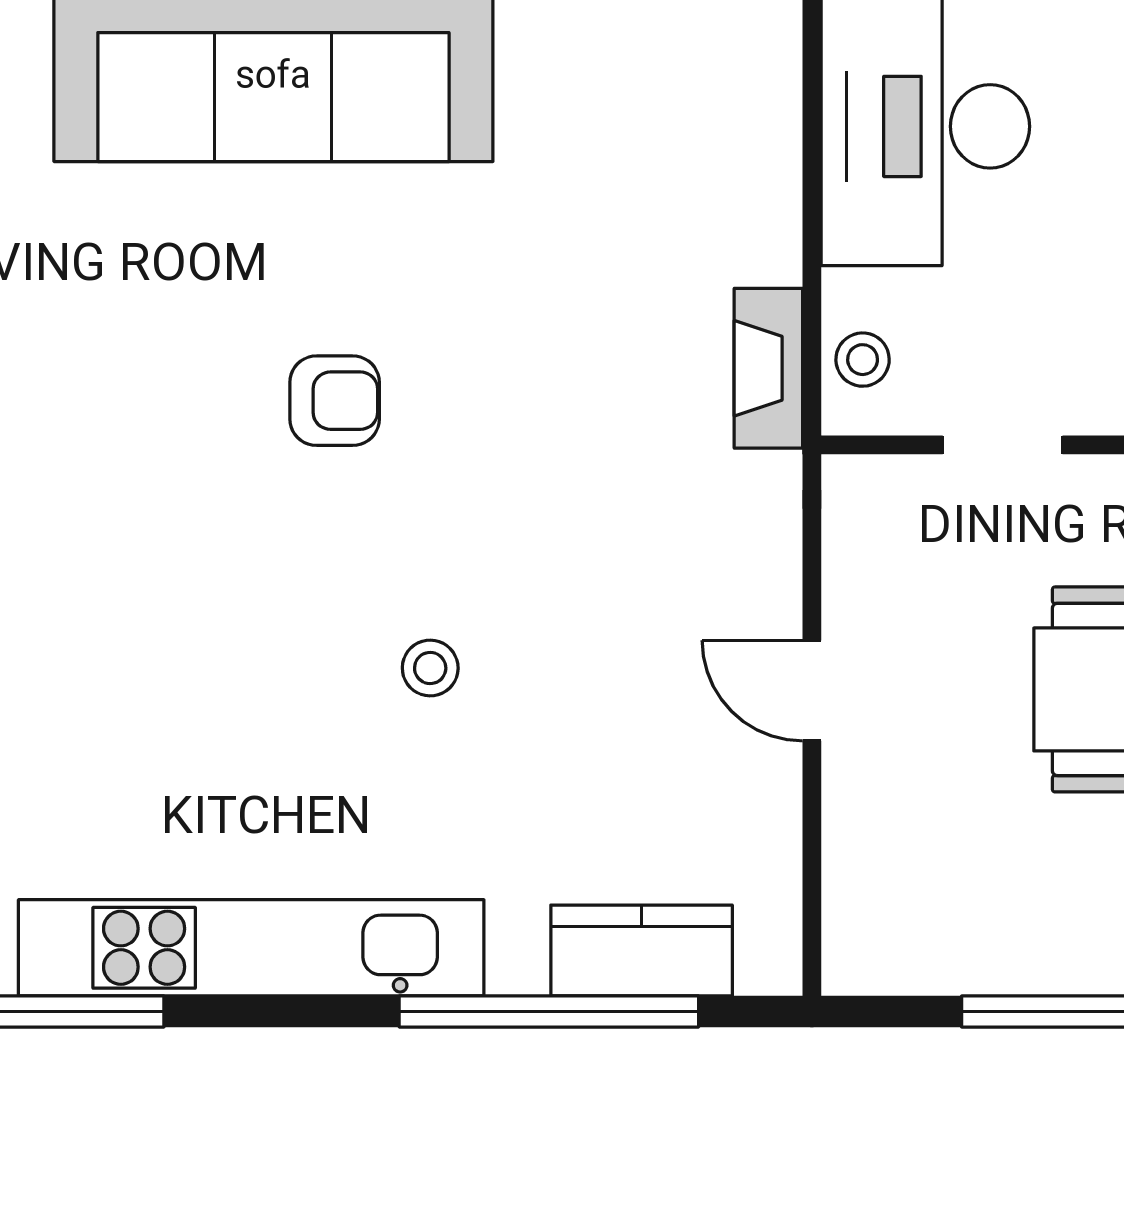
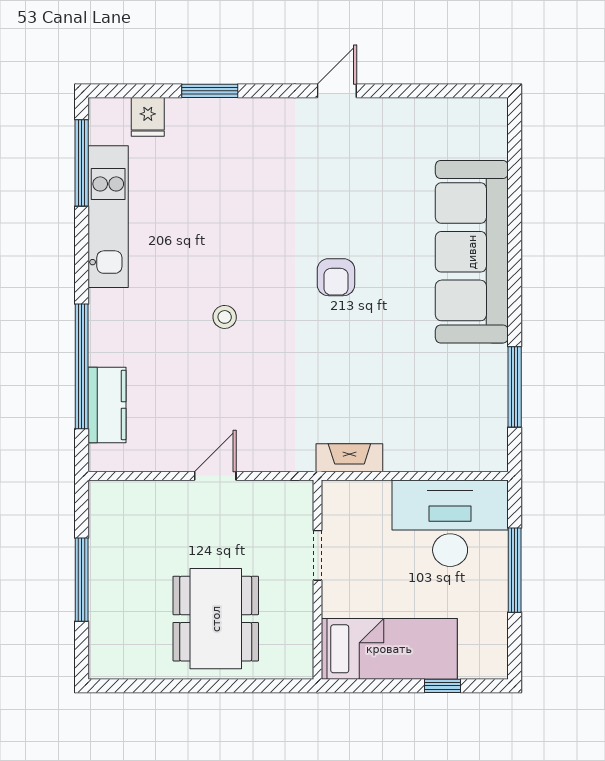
stool: (863, 360) -> (353, 497), removed
kitchen unit: (251, 948) -> (108, 217), width x0.73

